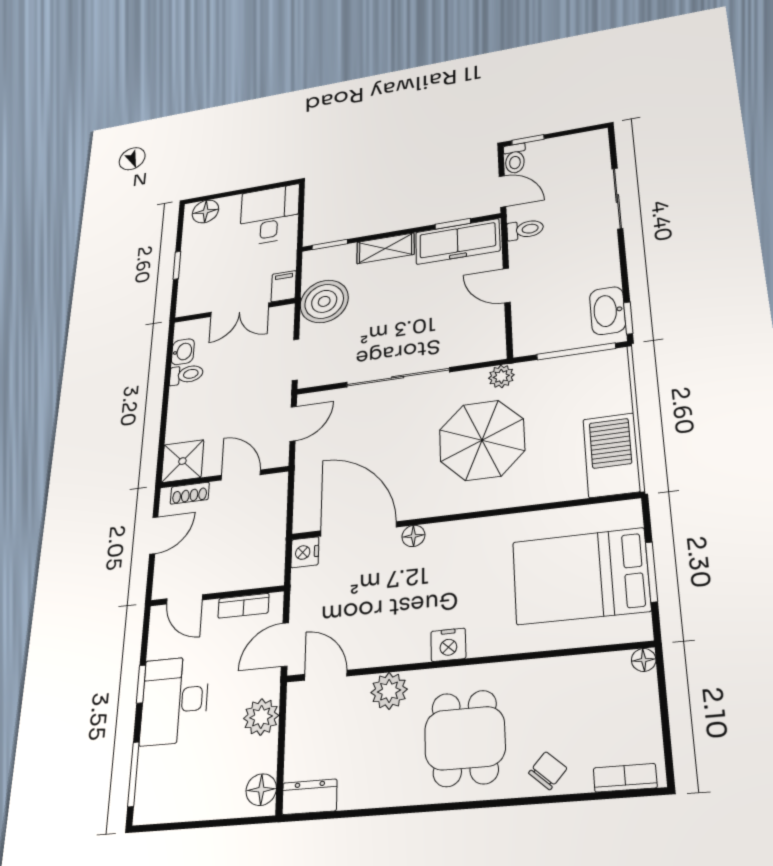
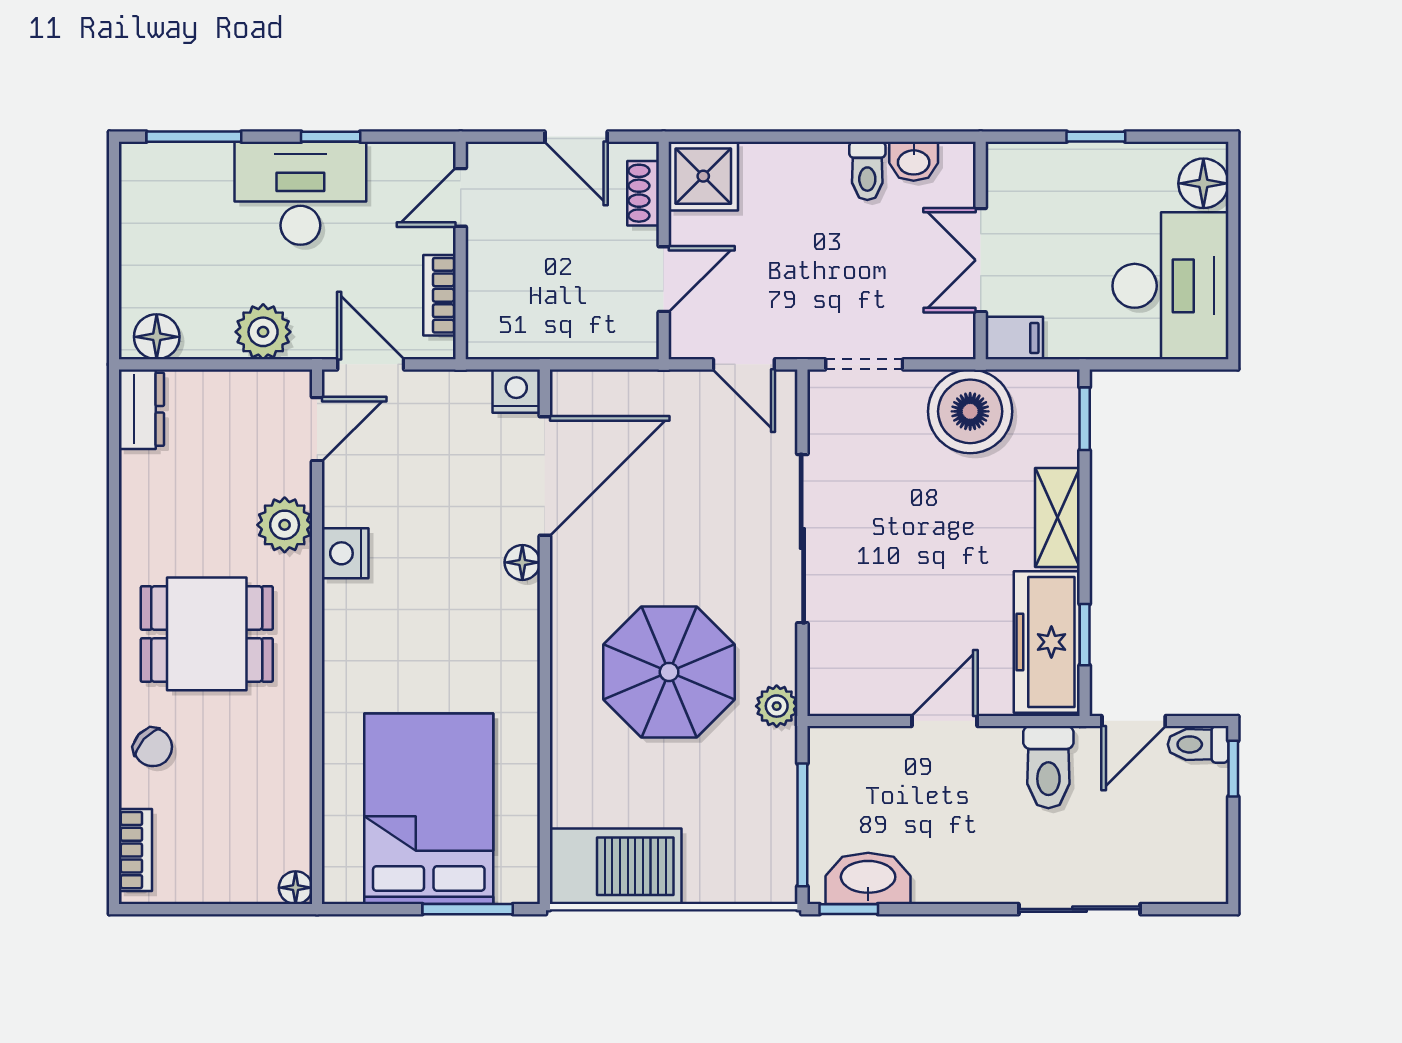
desk: (269, 215) -> (1170, 286), width x1.37
toilet: (525, 229) -> (1048, 767), width x1.37, depth x1.39
window: (652, 572) -> (468, 909), moved
nightstand: (448, 645) -> (345, 553), moved

